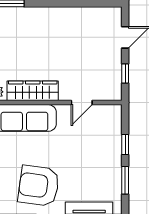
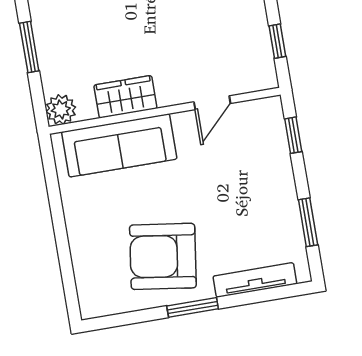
wardrobe: (33, 91) -> (125, 97), width x0.67
window: (125, 145) -> (293, 135), moved

